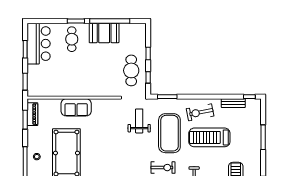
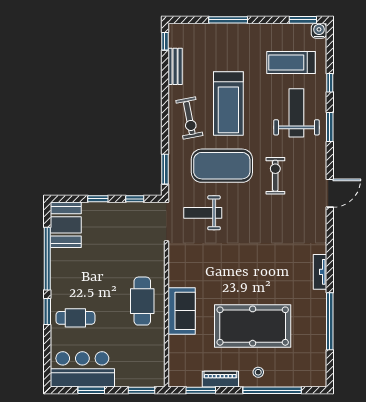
booth: (104, 33) -> (66, 225), moved
cafe table: (131, 70) -> (142, 301), moved, turned 90
piano: (32, 114) -> (220, 379), moved

